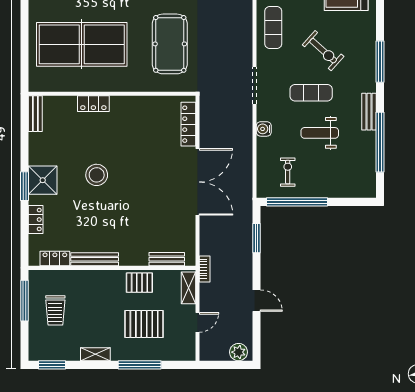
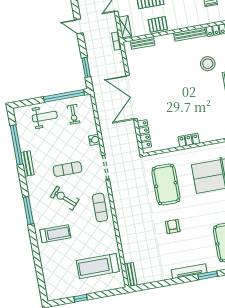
window: (380, 62) -> (28, 211), moved
locker: (93, 104) -> (189, 140), moved
weight bench: (320, 133) -> (45, 117), moved
stool: (97, 175) -> (208, 64), moved

